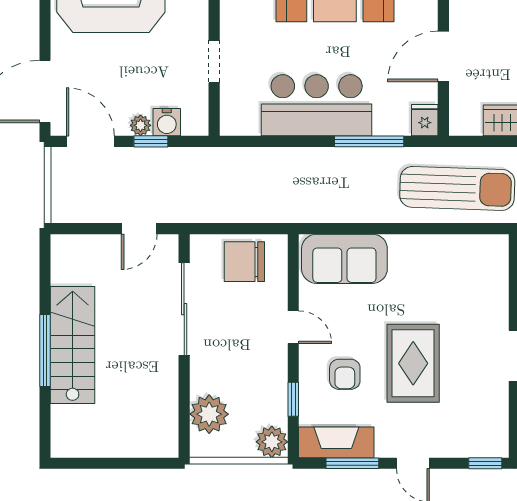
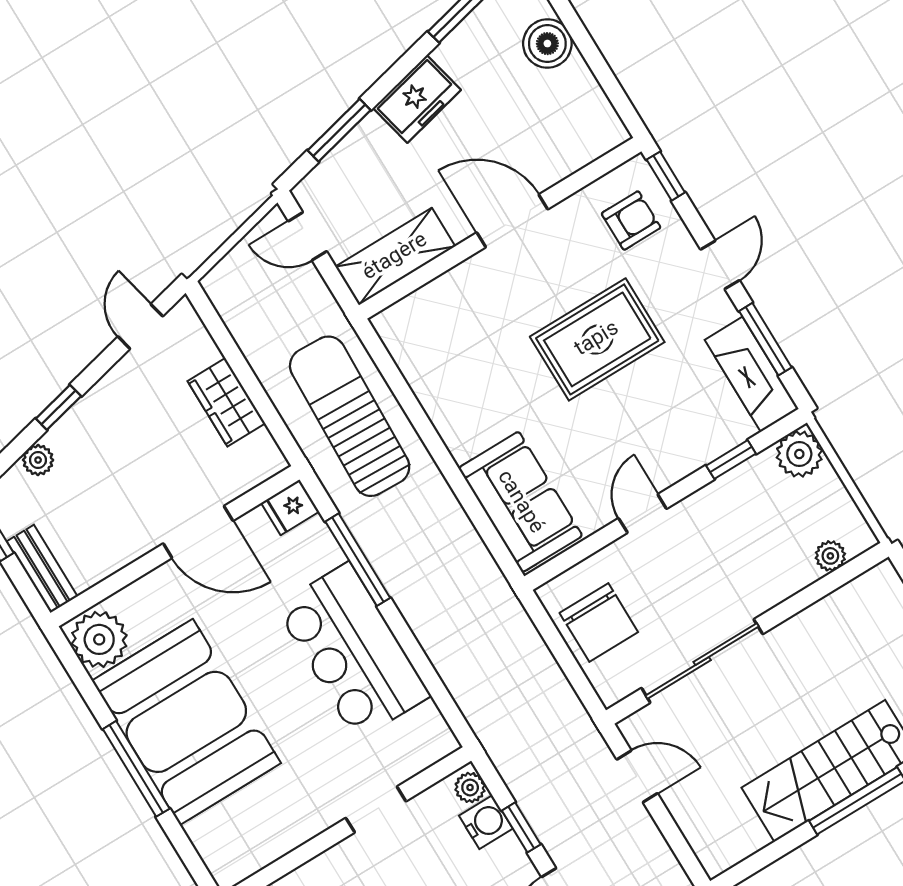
plant: (140, 125) -> (470, 787), moved
armchair: (345, 374) -> (631, 221), moved
plant: (209, 414) -> (830, 556), width x0.53, depth x0.53

